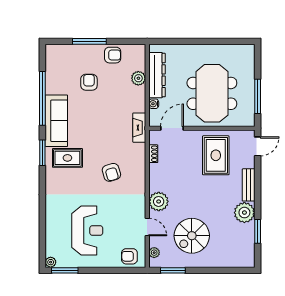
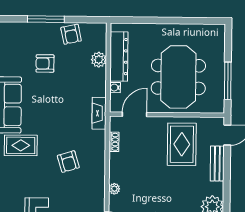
armchair: (113, 55) -> (71, 34), turned 78
armchair: (89, 82) -> (45, 63), turned -90
bench: (249, 185) -> (217, 164), moved
plant: (159, 201) -> (114, 189), width x0.53, depth x0.53

